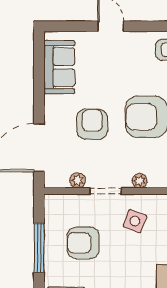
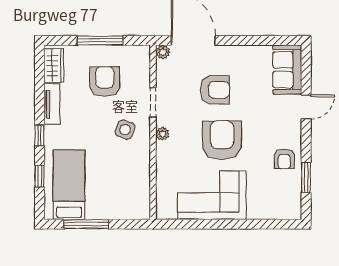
sofa: (59, 67) -> (287, 70), moved, turned 90
plant: (78, 180) -> (163, 52), moved

